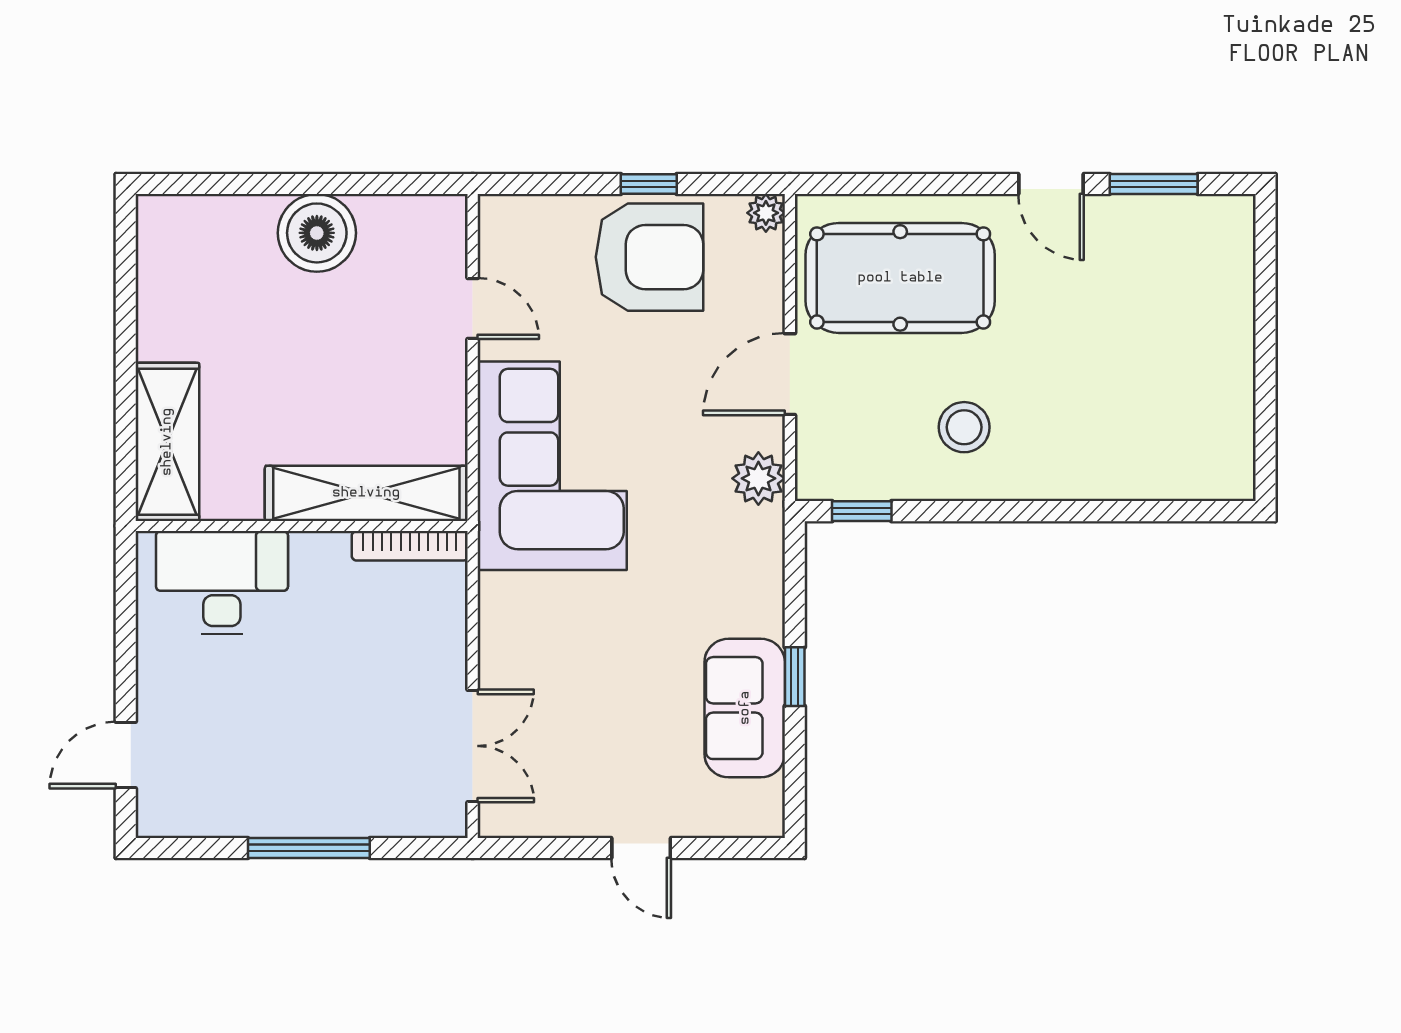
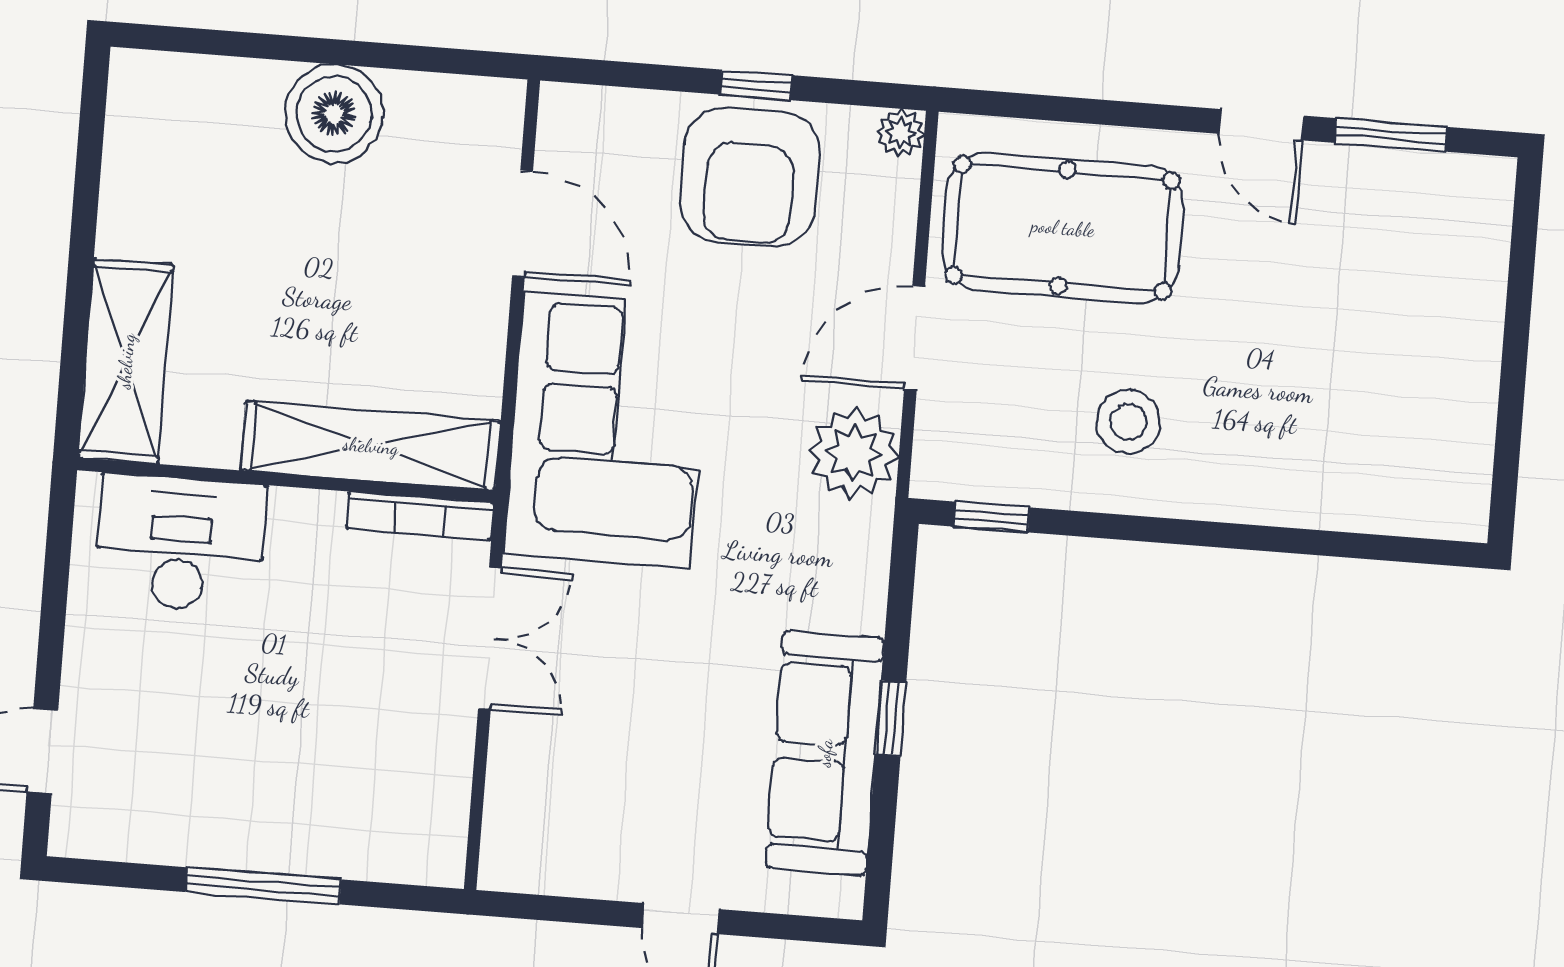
armchair: (649, 257) -> (750, 177), turned 90
door: (473, 309) -> (522, 224), width x1.38
plant: (758, 478) -> (854, 453), width x1.36, depth x1.36
sofa: (745, 708) -> (825, 753), width x1.36
double door: (473, 746) -> (490, 639), moved

